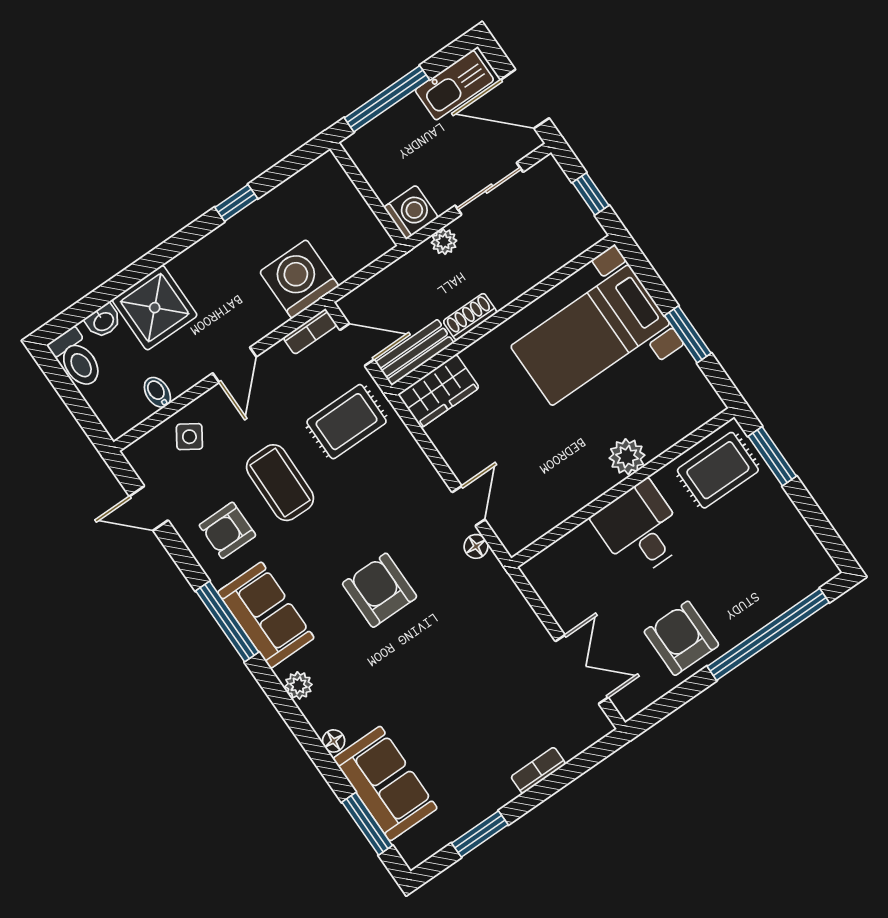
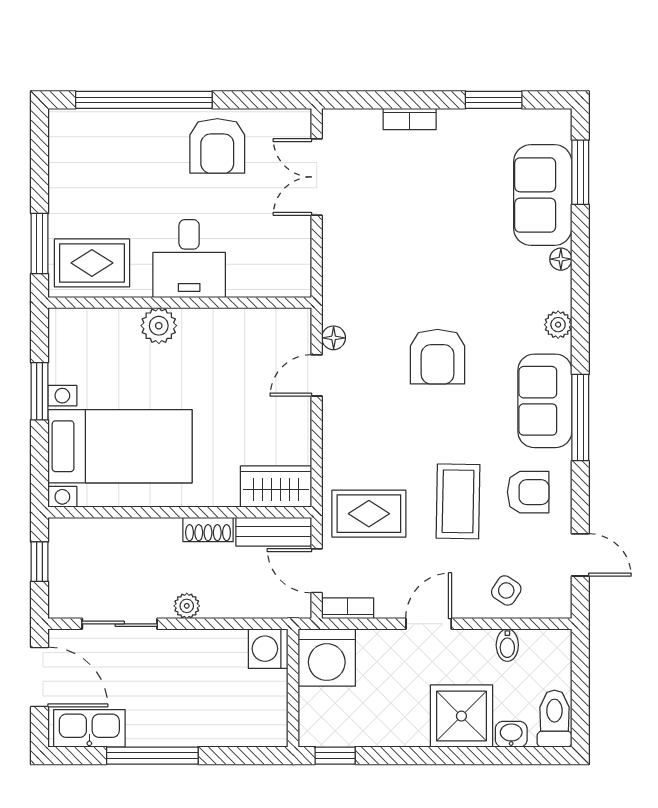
wall: (368, 194) -> (293, 688), moved
washing machine: (411, 212) -> (268, 649), moved

